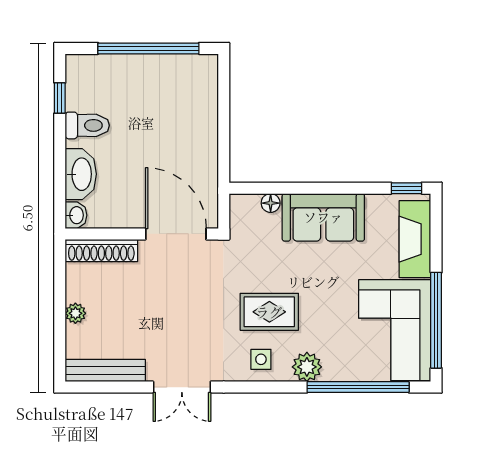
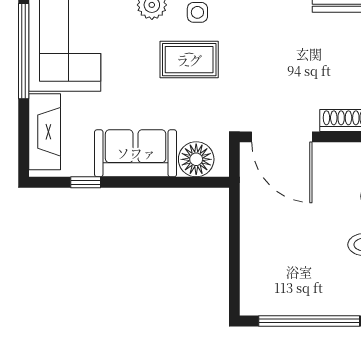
window: (406, 188) -> (86, 182), moved
floor lamp: (271, 203) -> (196, 159), width x1.89, depth x1.89

